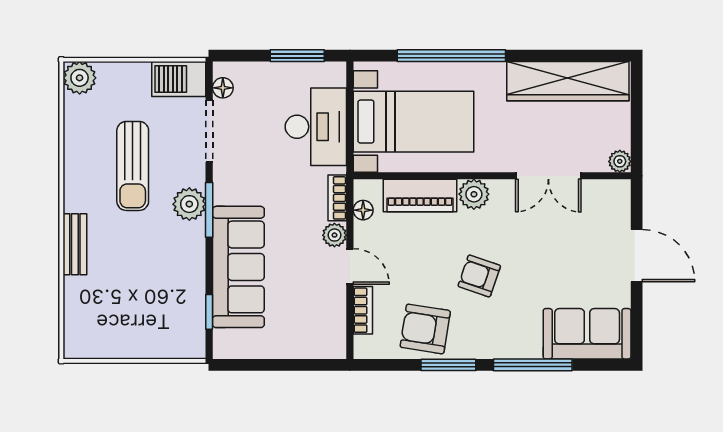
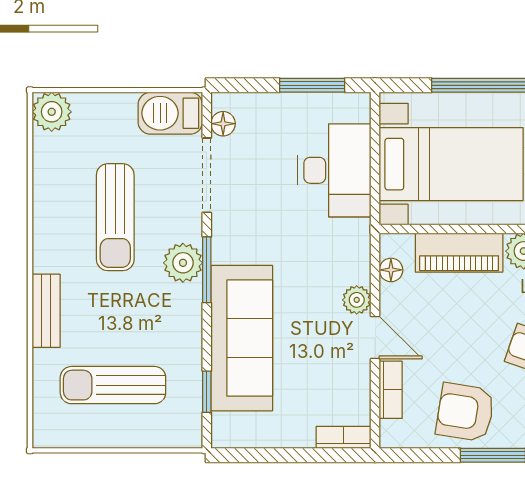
bookcase: (337, 198) -> (344, 437), moved, turned 90
sun lounger: (131, 306) -> (113, 385), added

